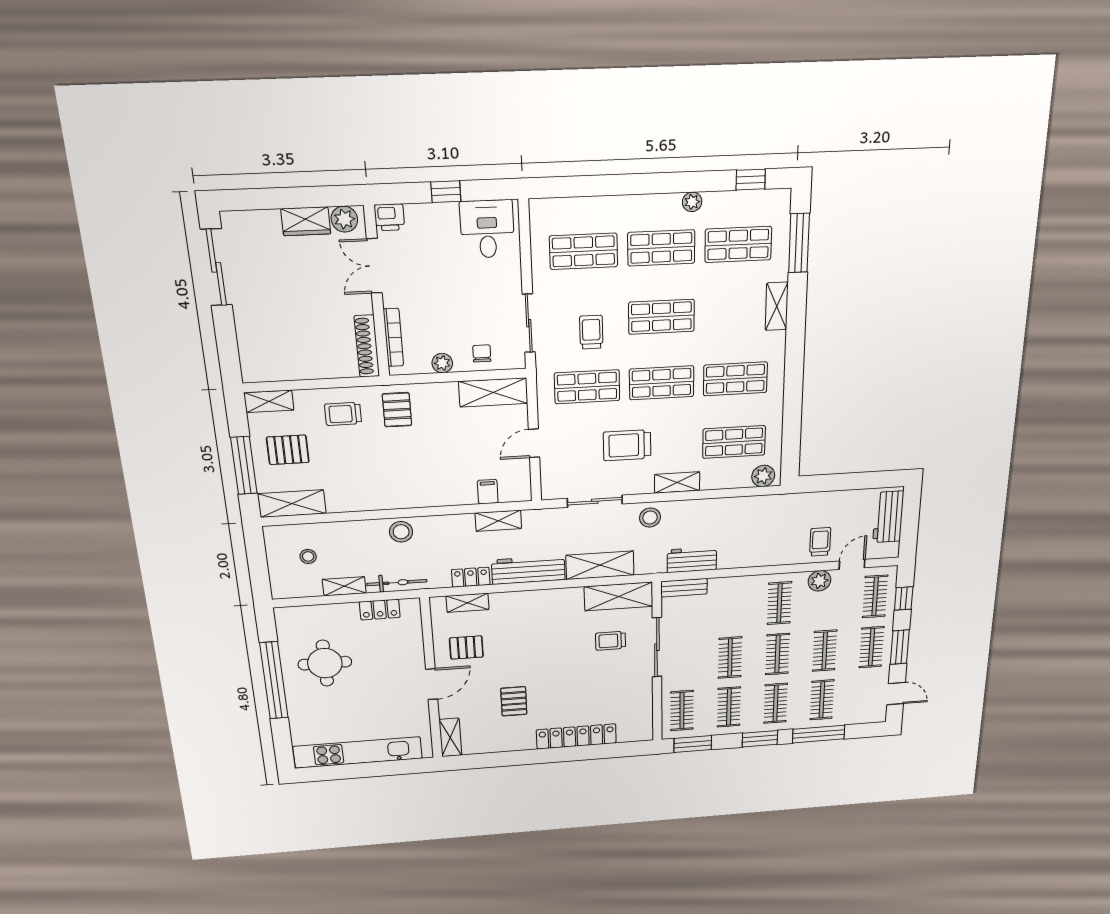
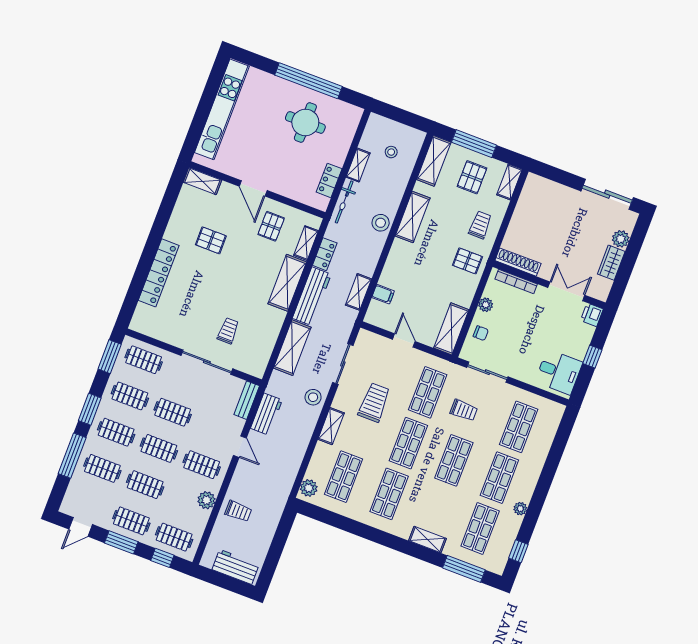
plant: (344, 219) -> (621, 239), moved
shelving: (375, 498) -> (413, 217), added
door: (852, 564) -> (240, 447), moved
shelving: (619, 596) -> (287, 283), moved

